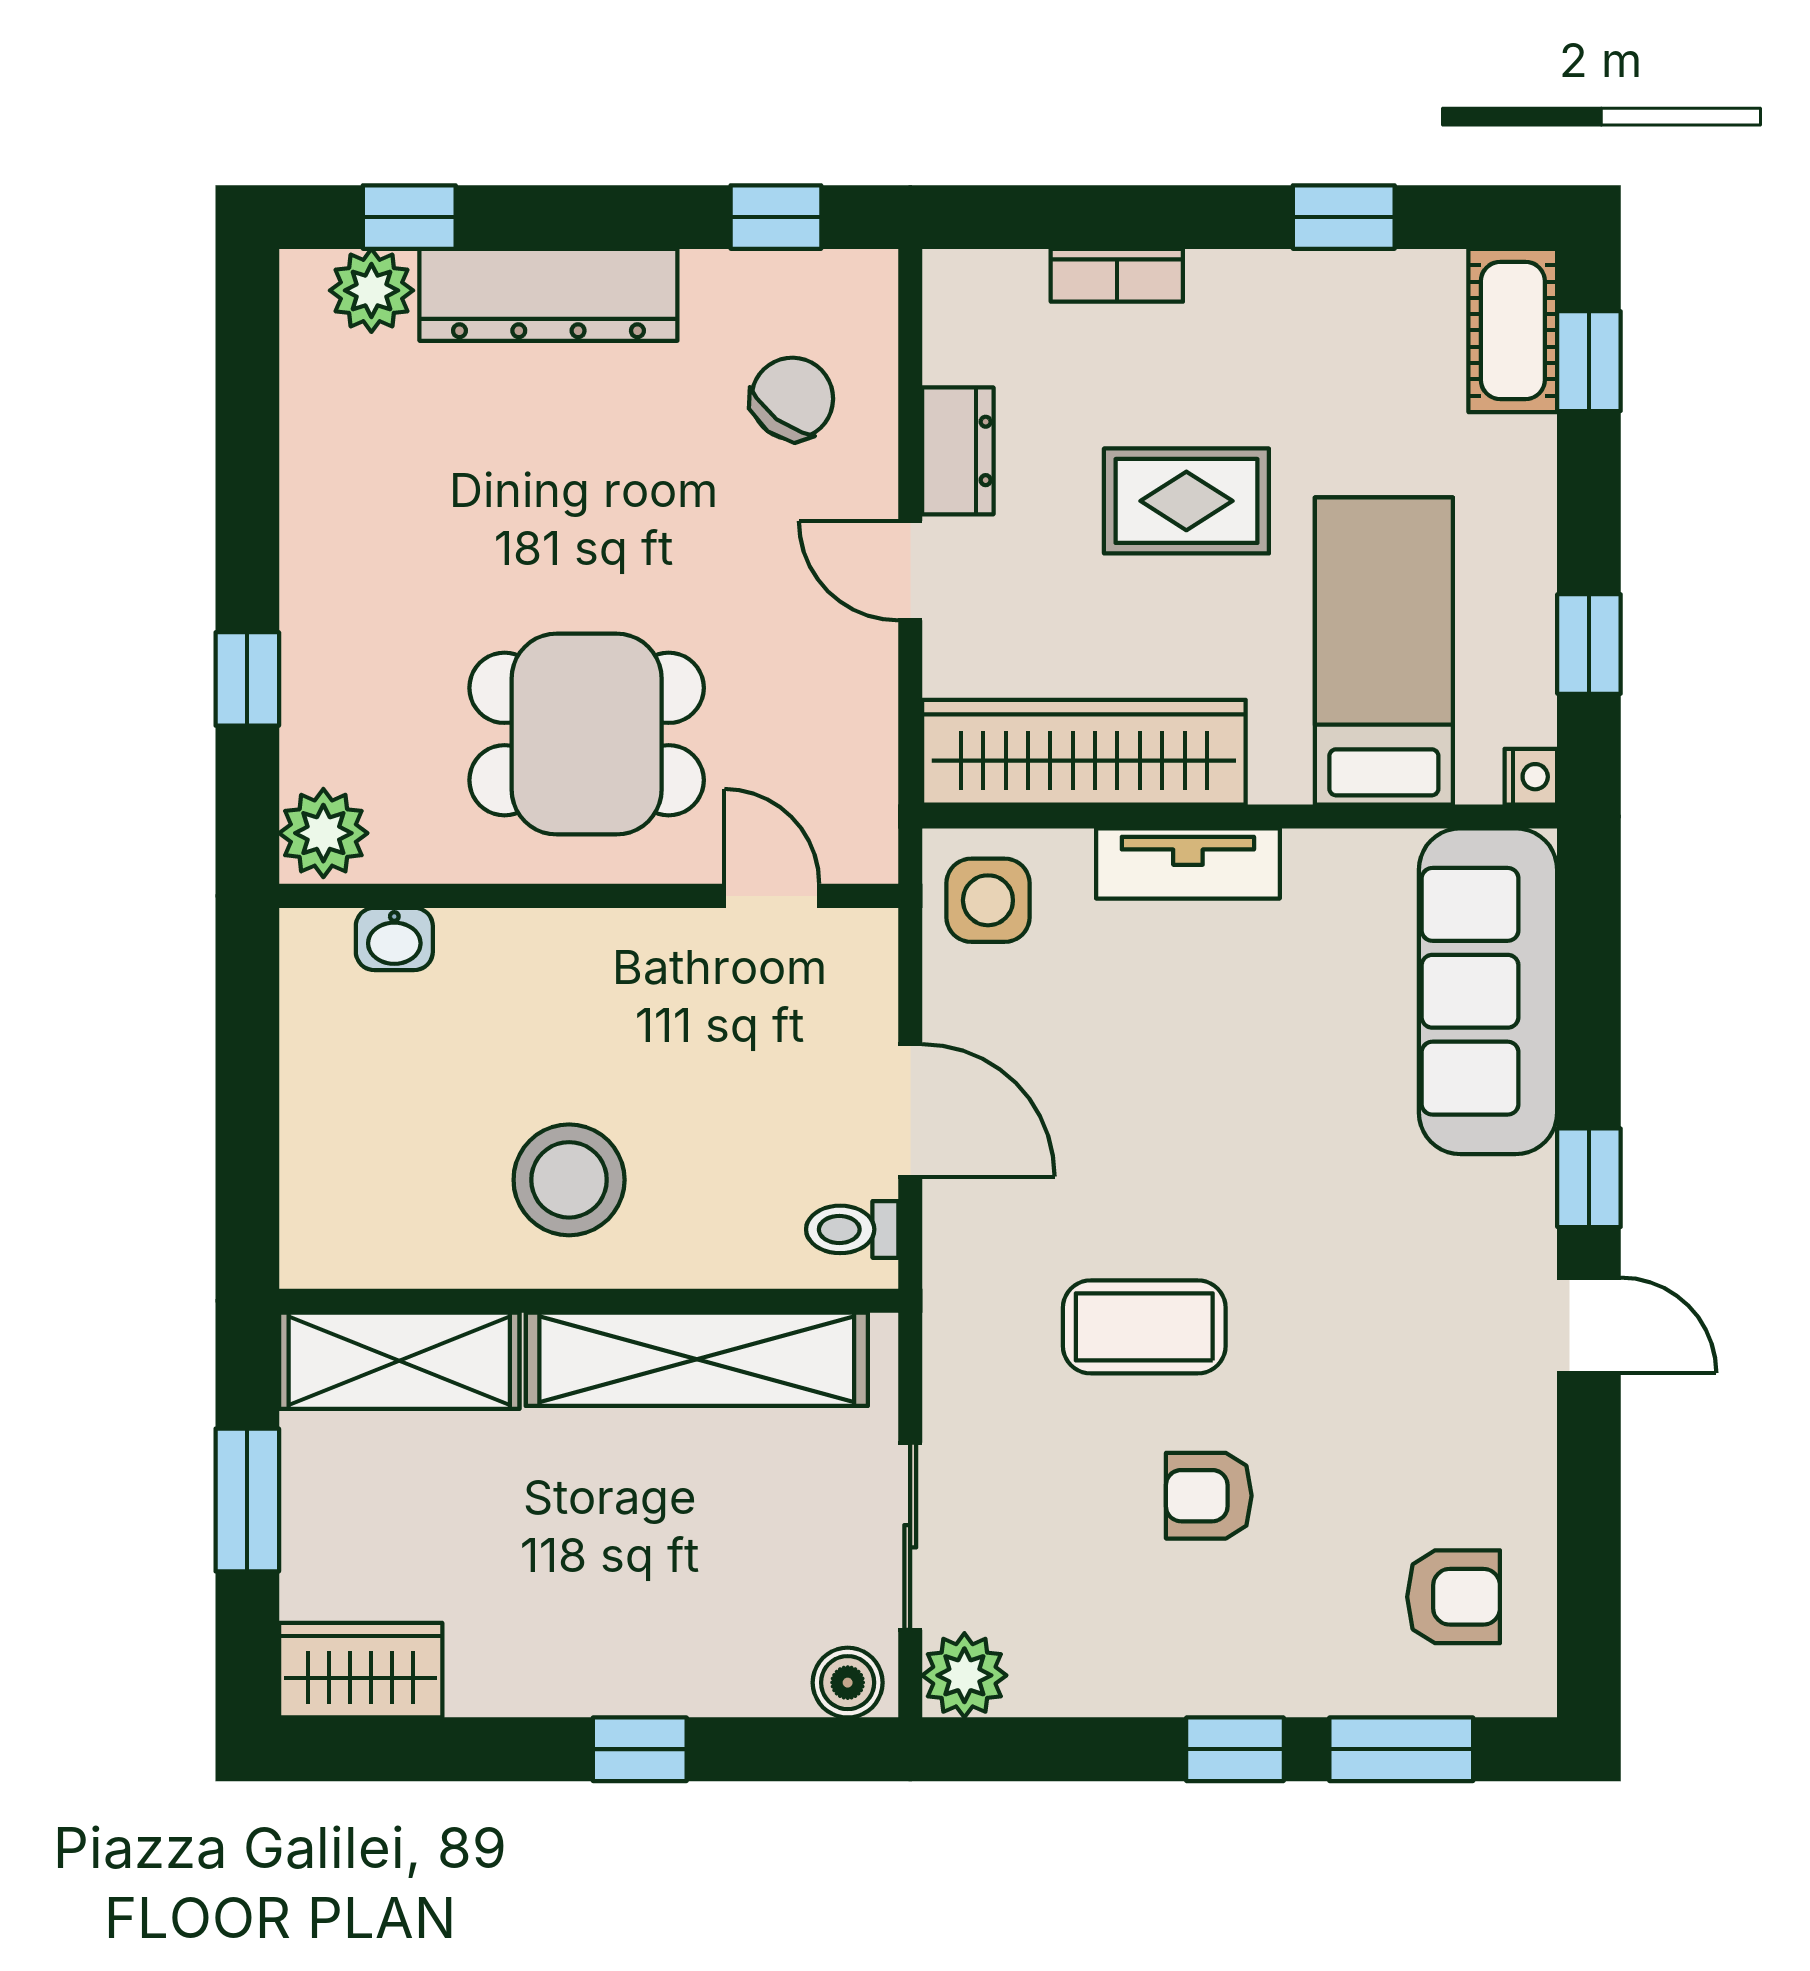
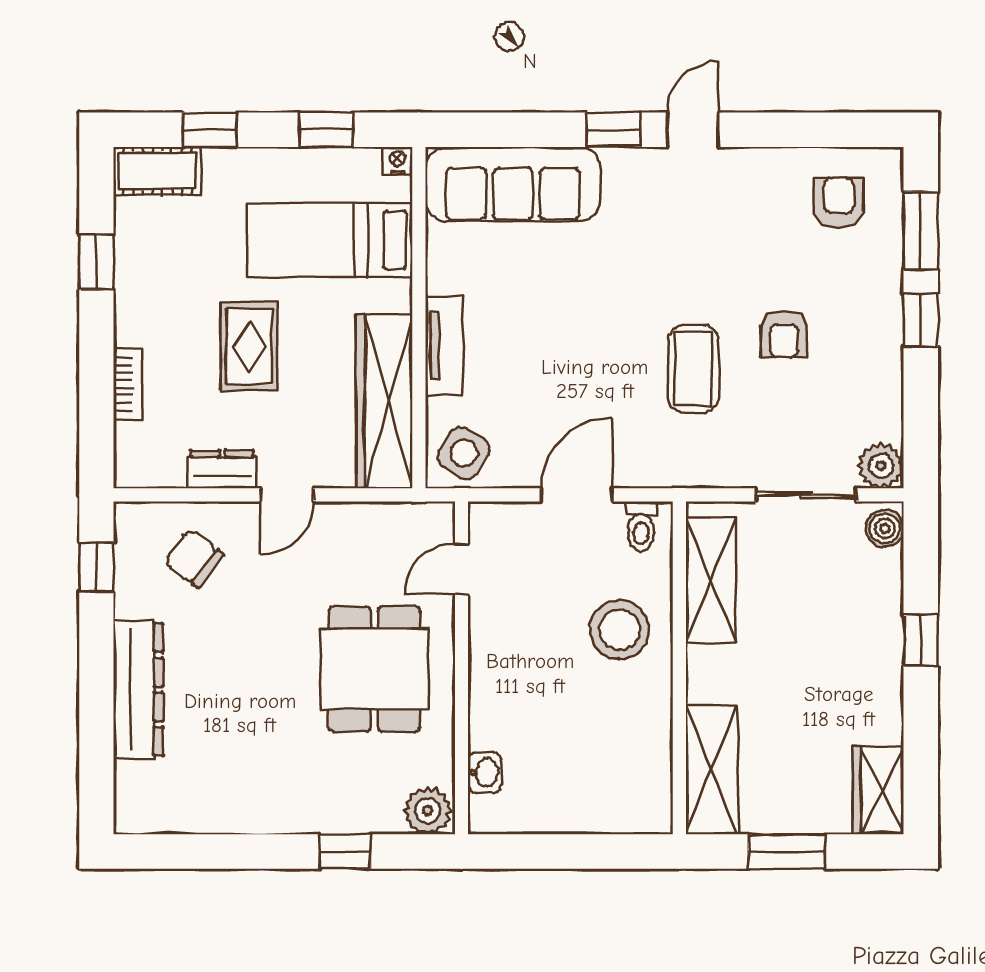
window: (409, 217) -> (96, 764), removed
plant: (371, 290) -> (136, 785), removed
window: (1589, 361) -> (210, 130), moved
side table: (988, 900) -> (464, 453), turned 32
stool: (569, 1180) -> (619, 630), moved
shelving: (697, 1359) -> (711, 580), width x0.68

